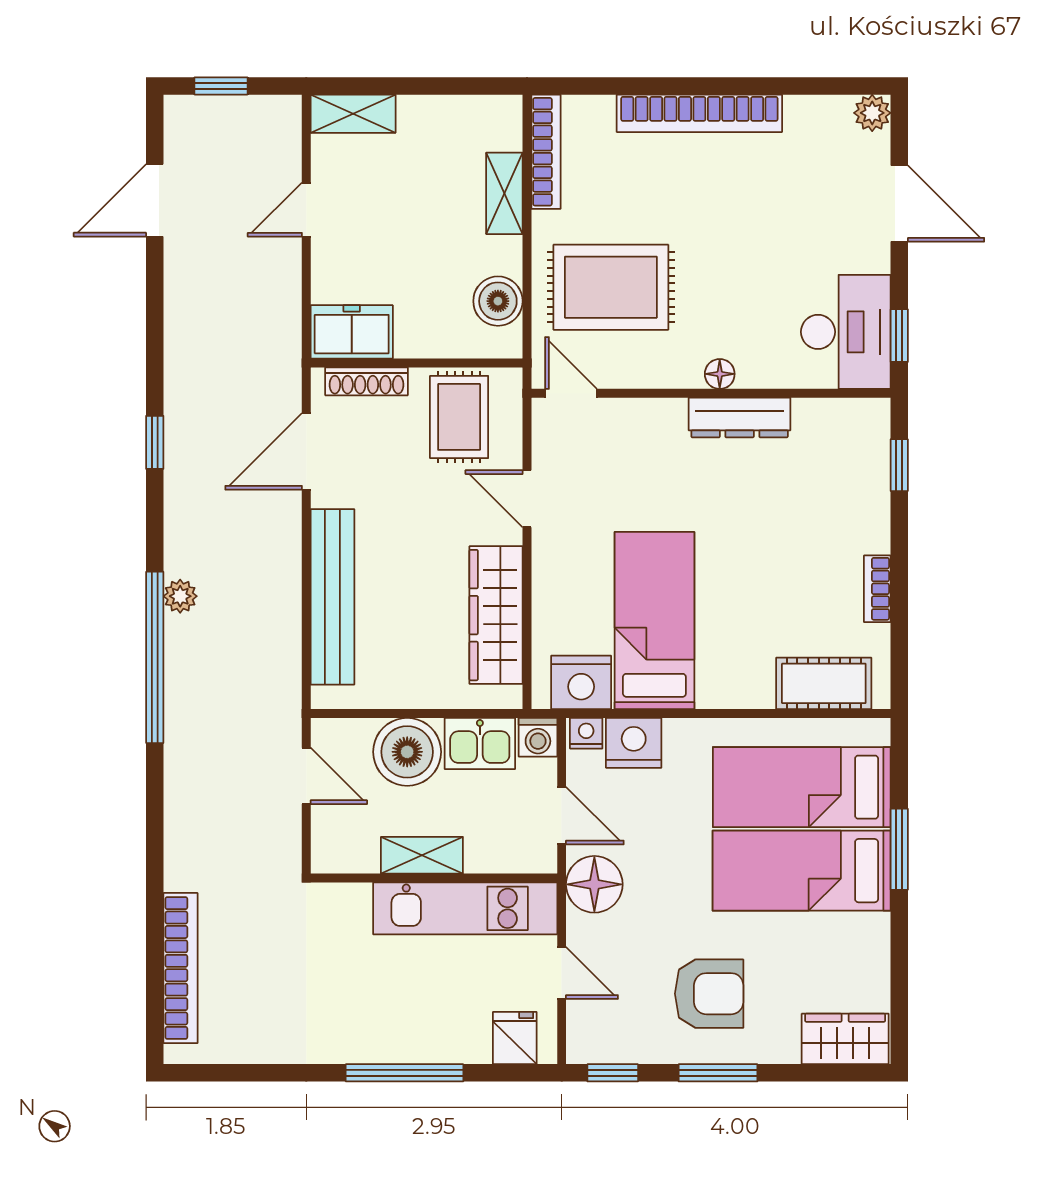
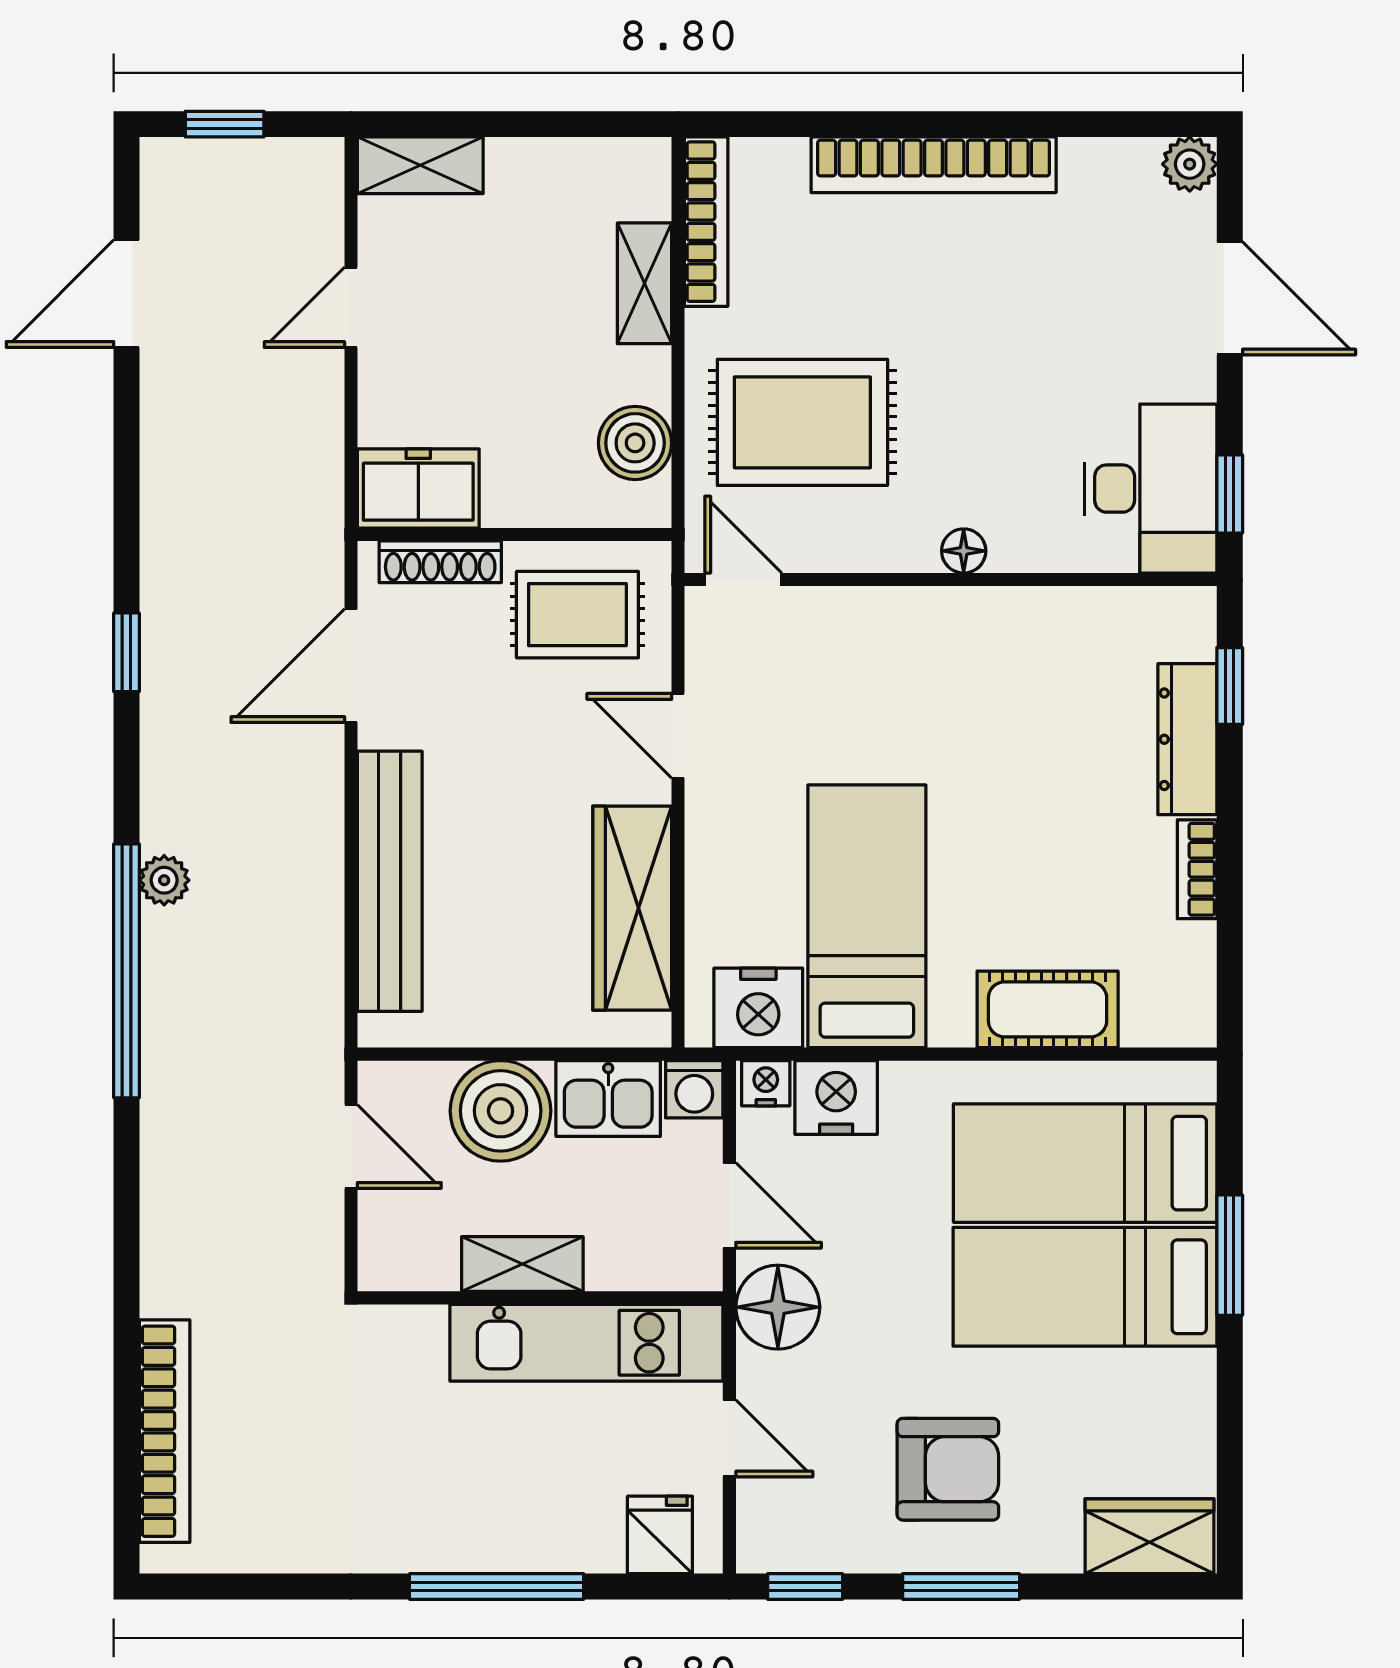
rug: (459, 417) -> (577, 615), turned 90
dresser: (740, 418) -> (1187, 739), moved, turned 90
cot: (824, 683) -> (1048, 1009), moved

